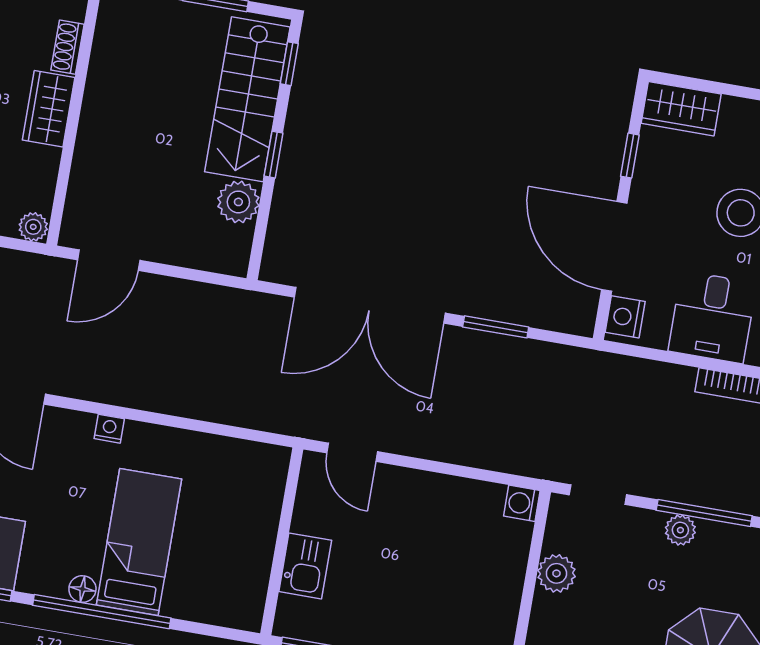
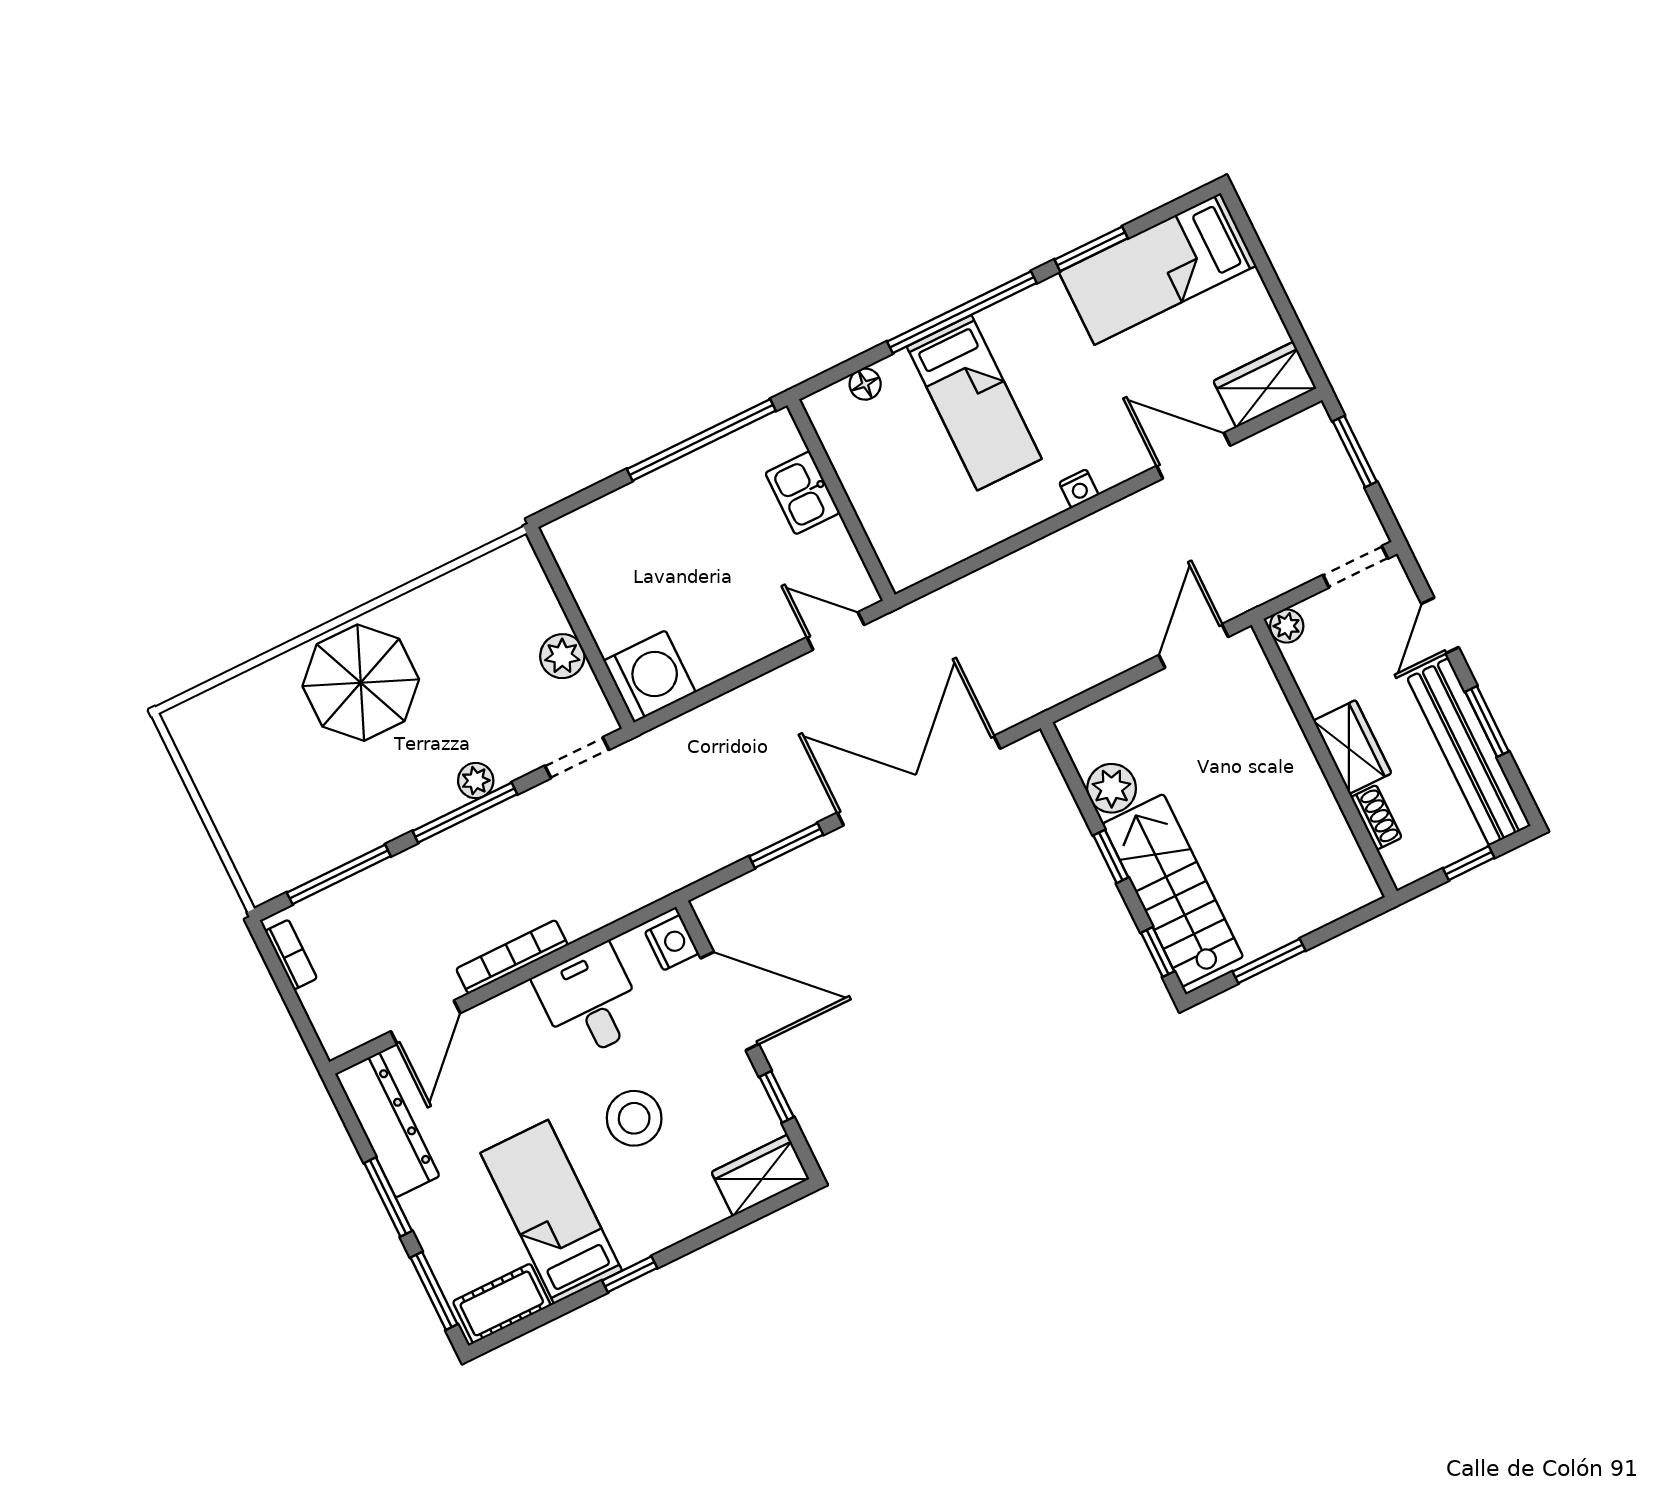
washing machine: (522, 503) -> (650, 676), width x1.89, depth x1.89
floor lamp: (82, 589) -> (865, 384), moved

